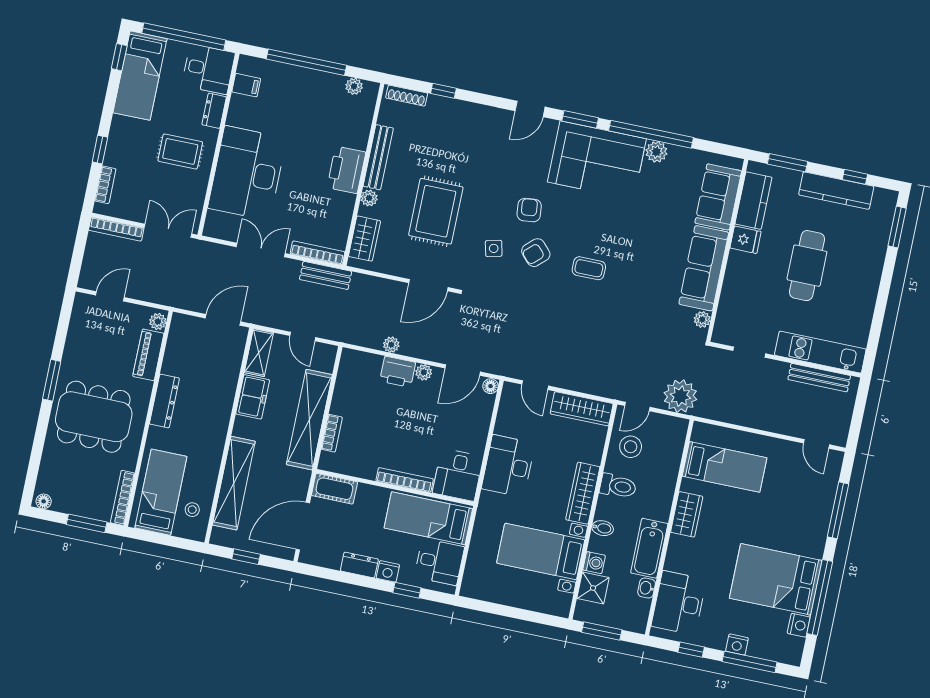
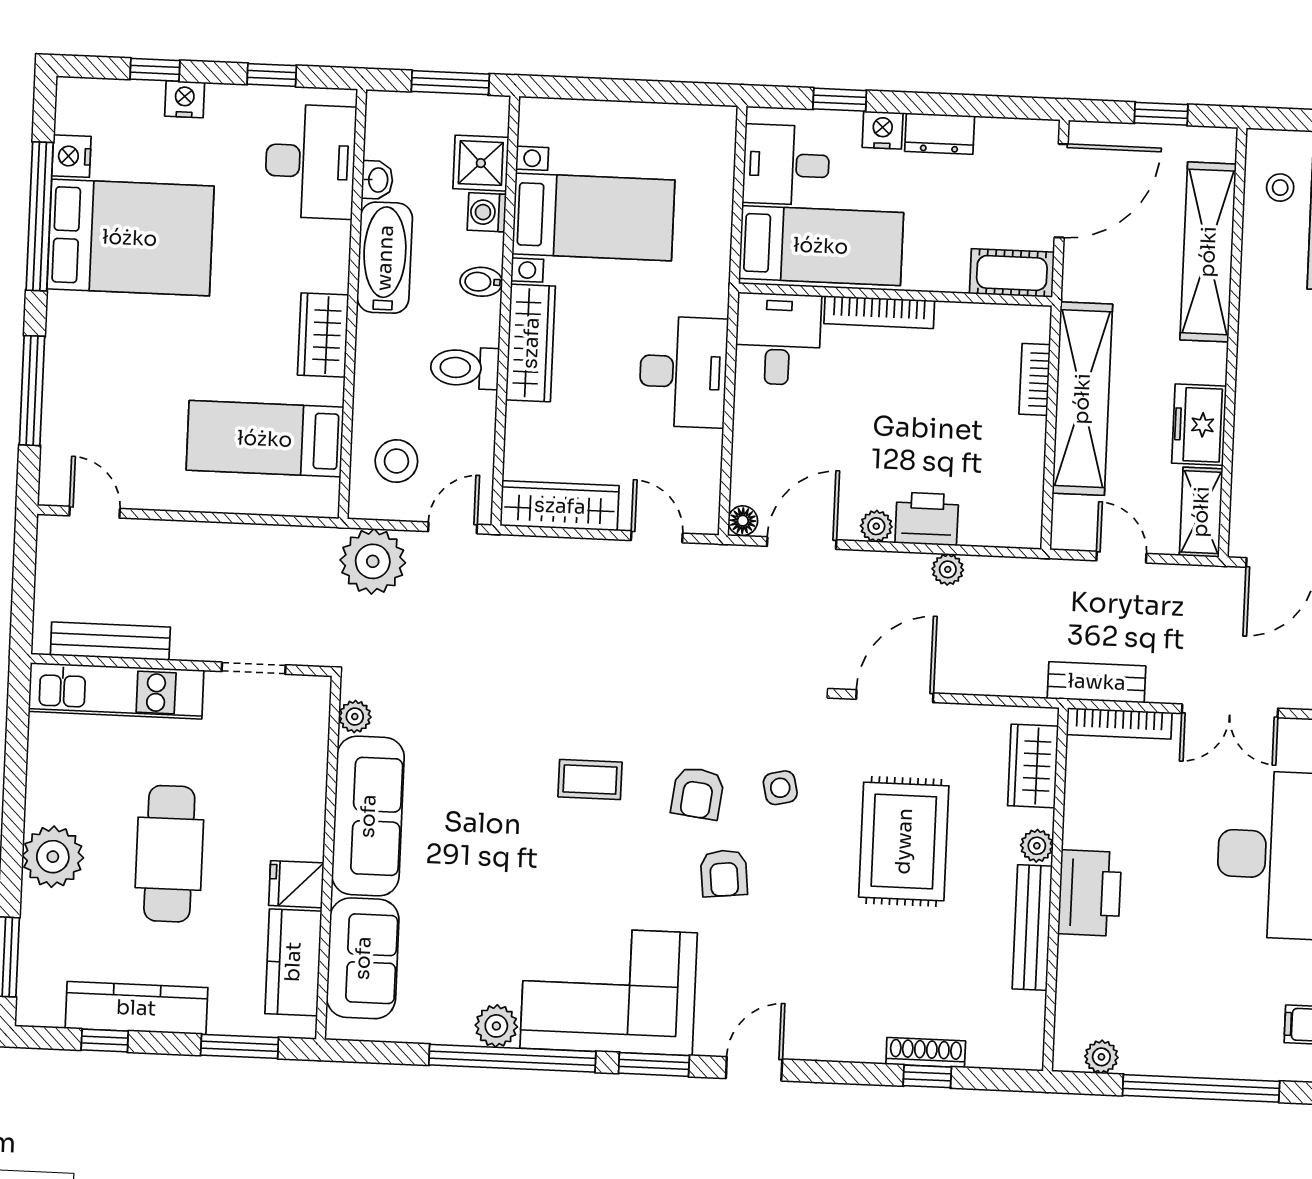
shoe rack: (407, 96) -> (926, 1053), moved
armchair: (536, 253) -> (698, 793), turned 140
plant: (866, 274) -> (53, 857), added
stool: (631, 447) -> (396, 461), moved
window: (750, 662) -> (155, 70), width x0.46

